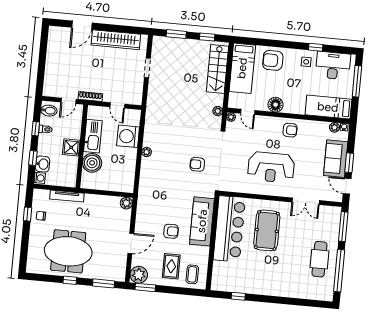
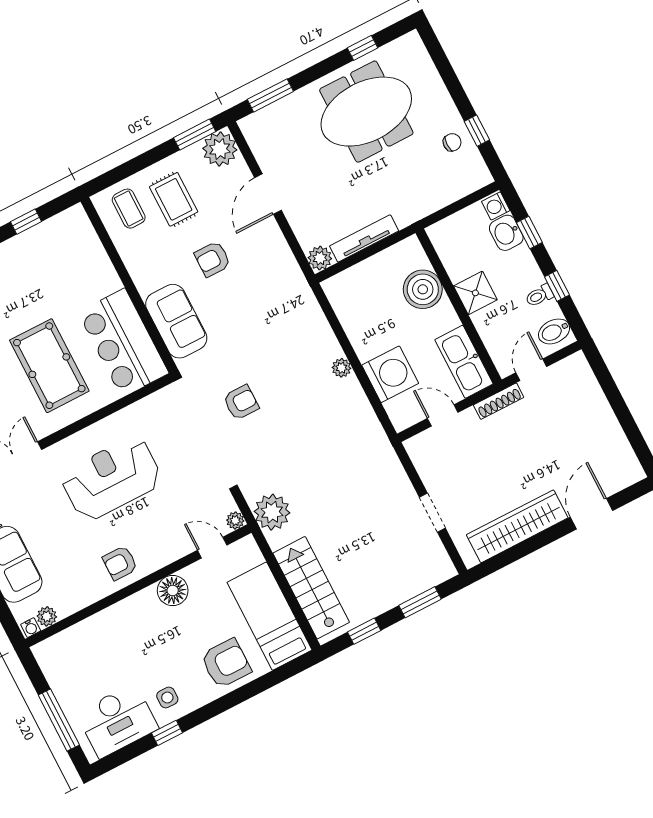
bed: (328, 107) -> (80, 645), removed
plant: (218, 111) -> (272, 512), width x1.88, depth x1.88
kitchen sink: (93, 136) -> (464, 362), moved
tv unit: (67, 196) -> (364, 238), moved
sofa: (202, 221) -> (176, 321), width x0.73
bar counter: (229, 229) -> (123, 343), width x0.73
window: (70, 280) -> (363, 48), moved

